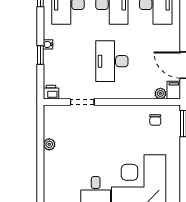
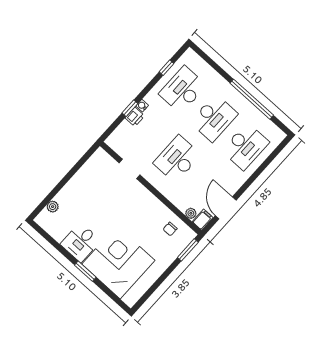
printer: (51, 92) -> (135, 117), moved, turned 90
plant: (49, 144) -> (53, 207), moved

